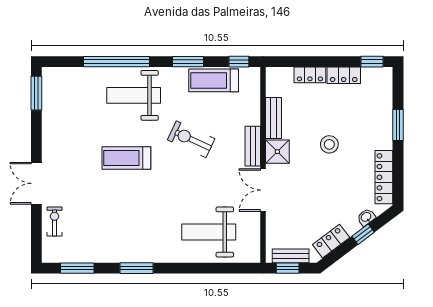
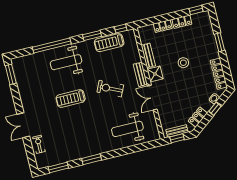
exercise bike: (191, 139) -> (110, 89), moved

